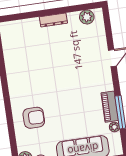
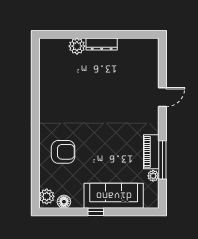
plant: (87, 17) -> (77, 46), moved

